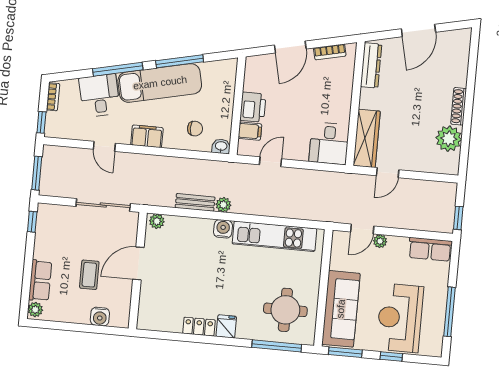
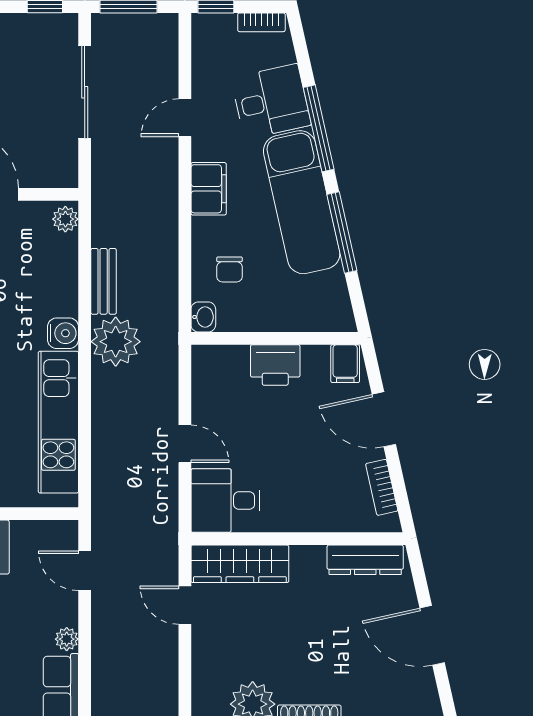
filing cabinet: (250, 131) -> (345, 364), moved
door: (271, 162) -> (185, 444), moved
sliding door: (103, 205) -> (85, 92), moved
plant: (223, 205) -> (116, 342), width x1.88, depth x1.88
plant: (380, 241) -> (67, 639), moved

